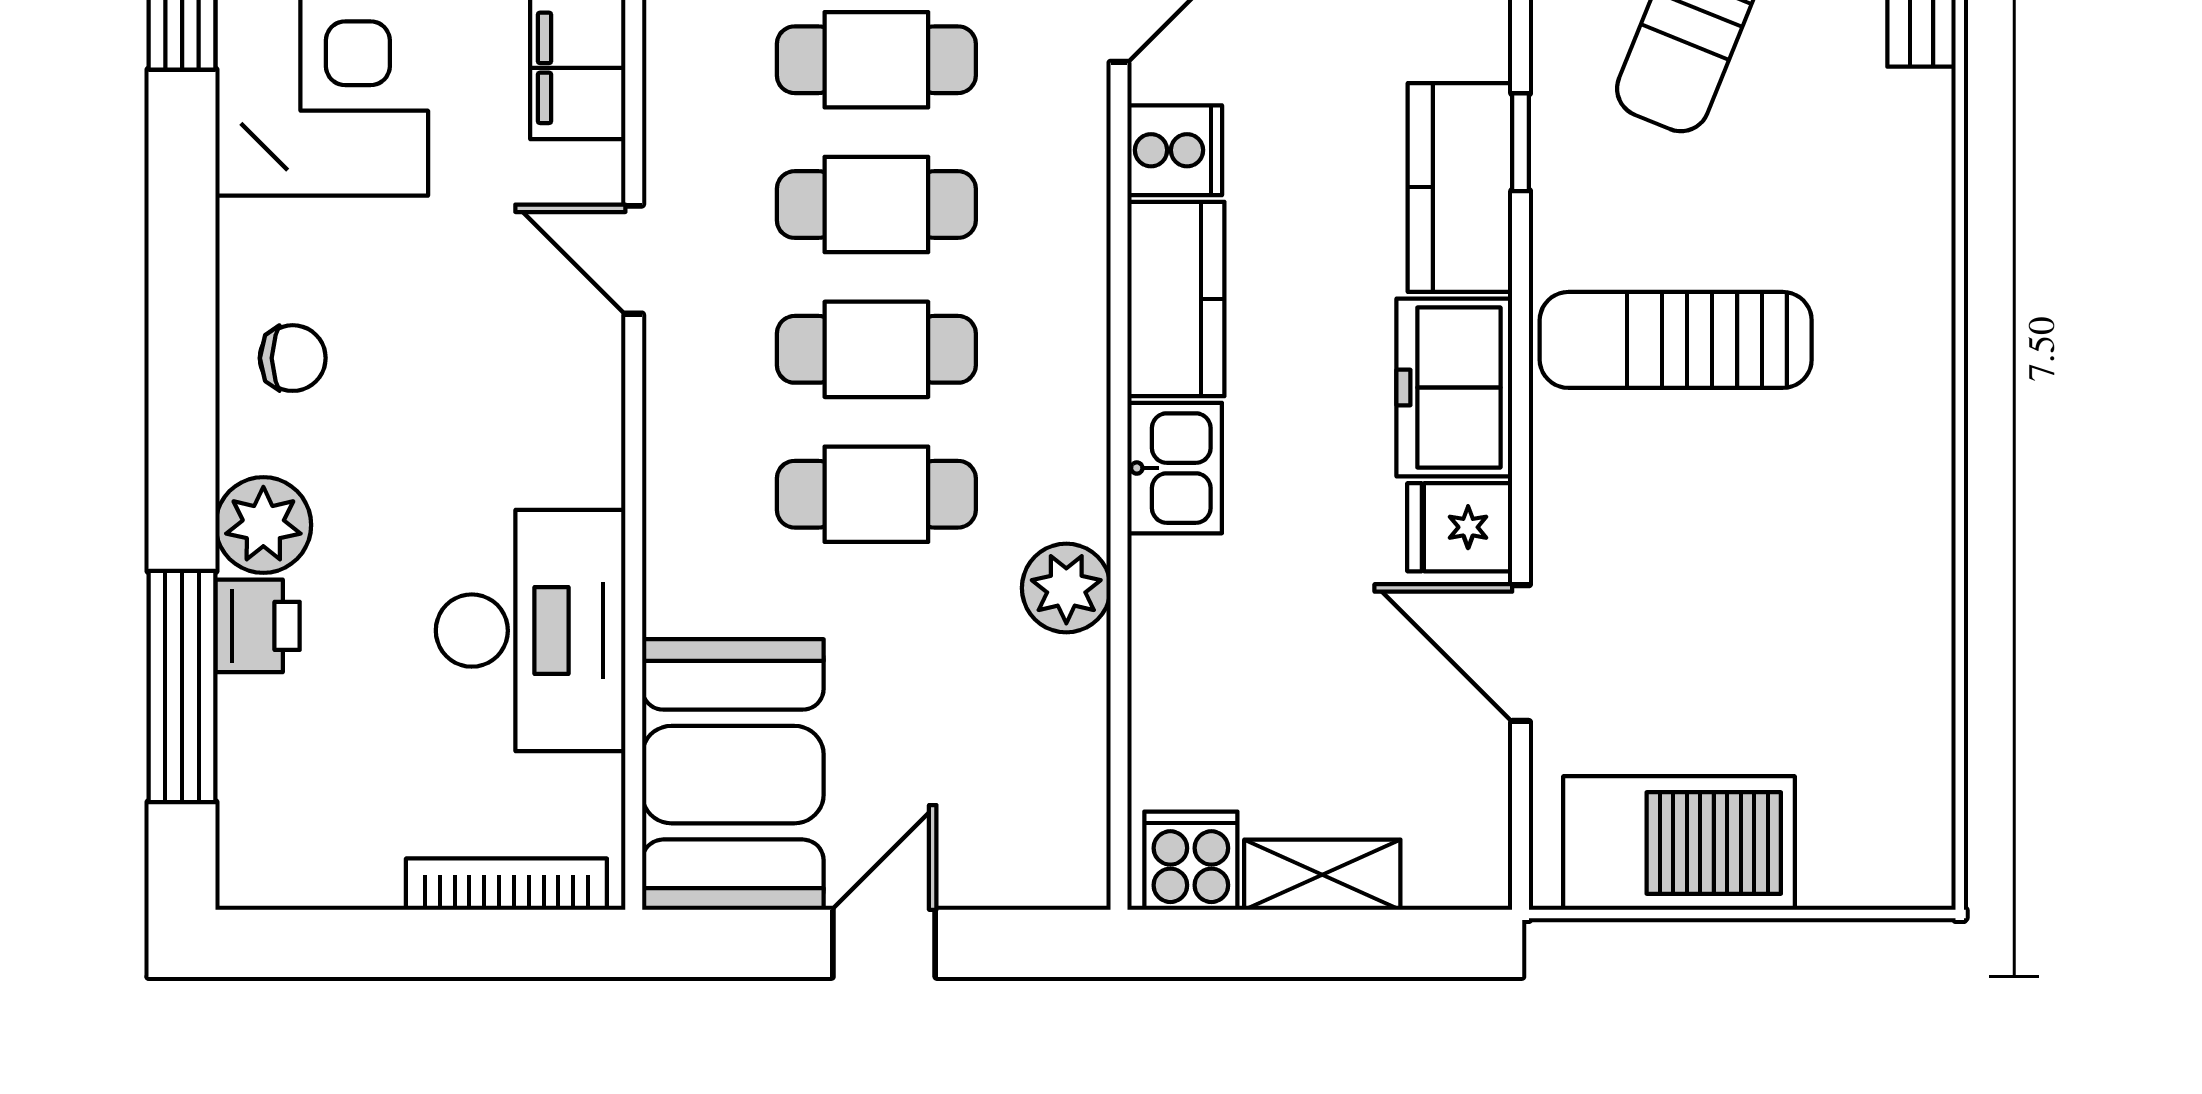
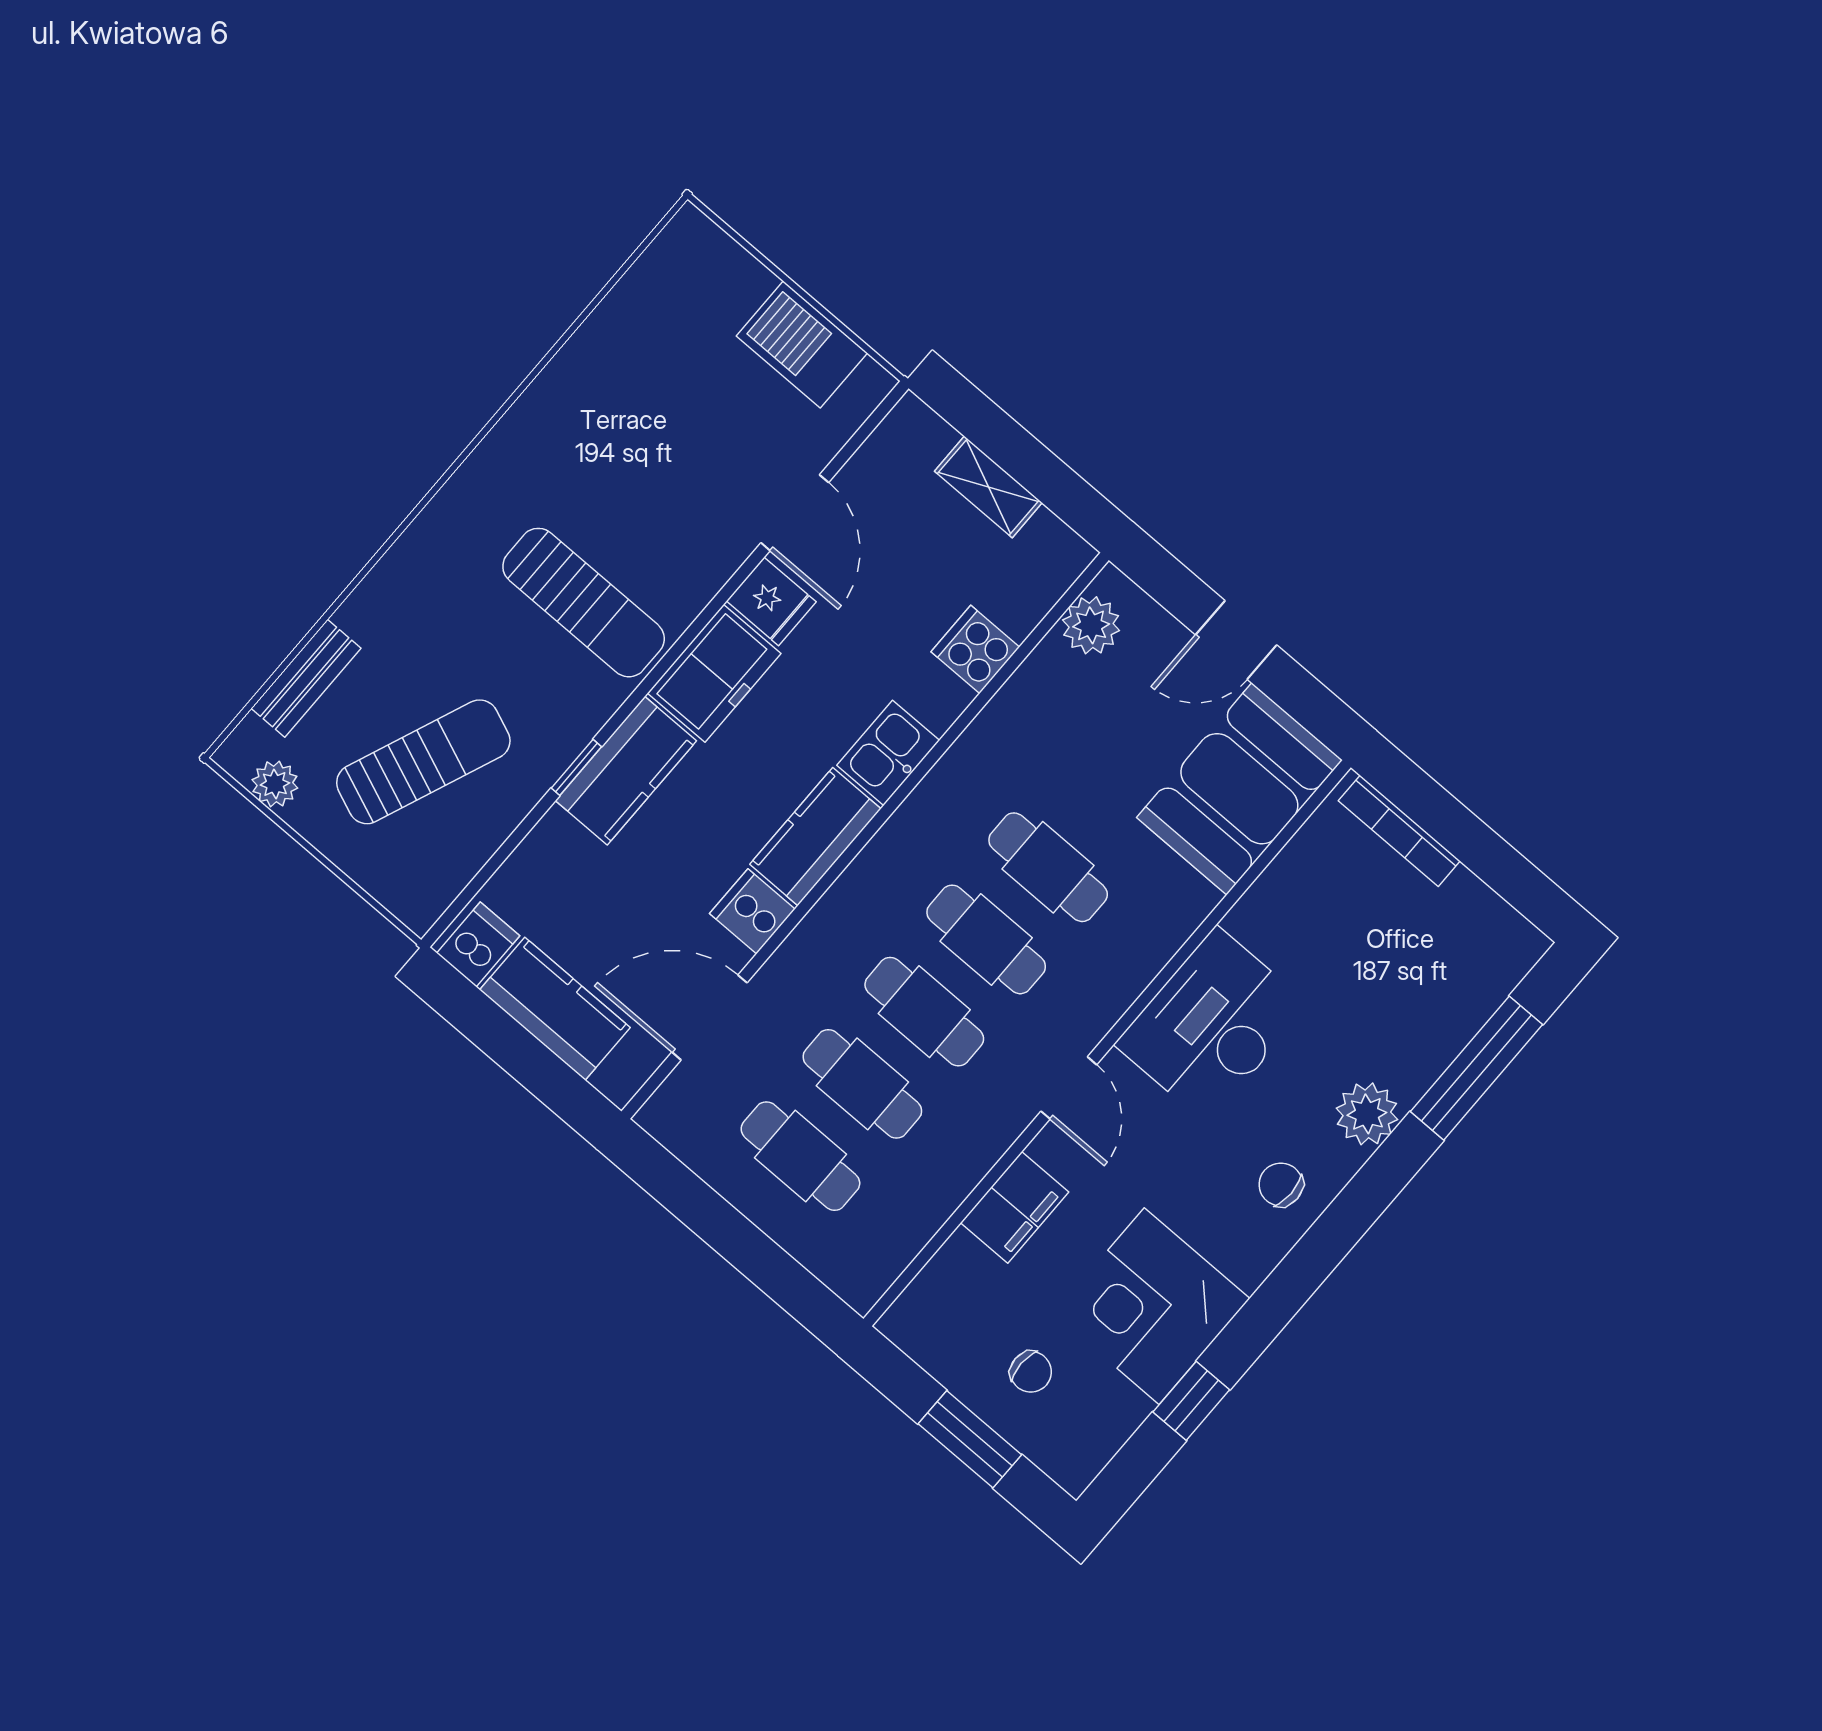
plant: (1066, 588) -> (1091, 625), moved
printer: (258, 626) -> (1413, 1066), removed
desk: (531, 631) -> (1212, 1025), moved
barbecue: (1679, 843) -> (802, 344), width x0.73, depth x0.83
cooker: (1191, 861) -> (975, 649), moved, turned 90

